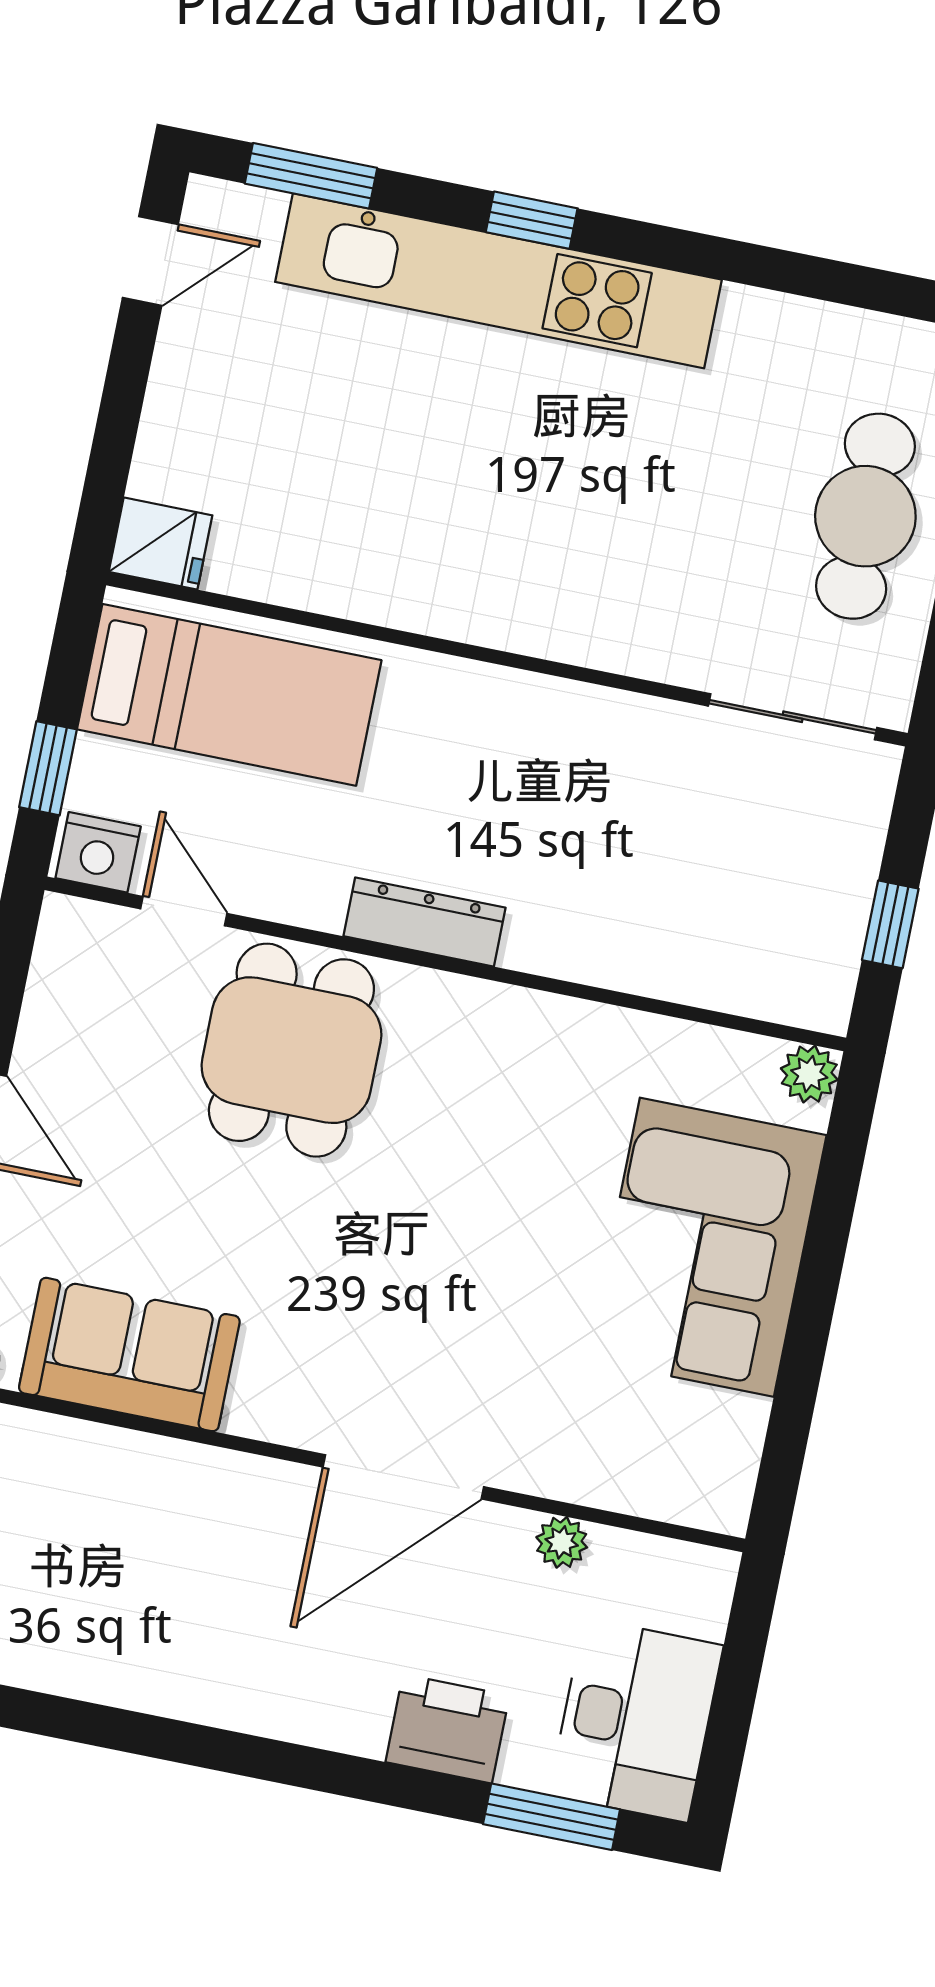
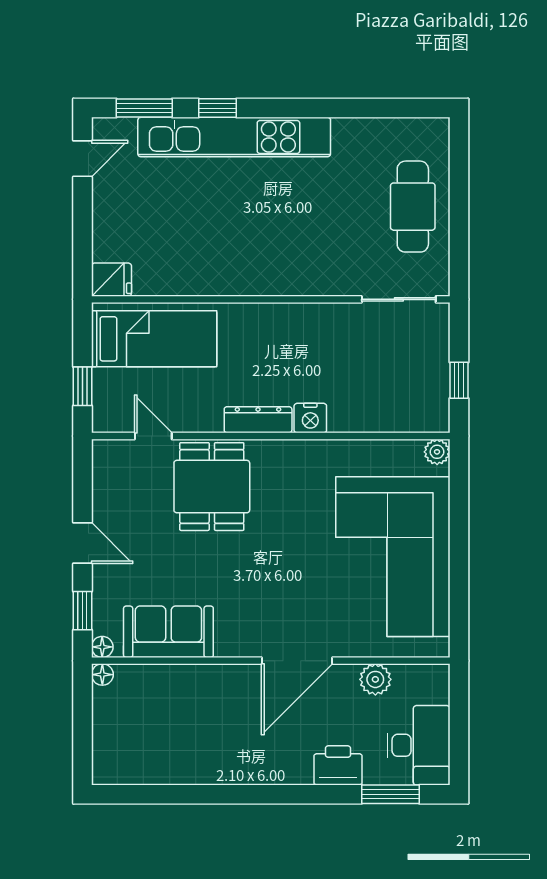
window: (532, 220) -> (217, 108), moved
nightstand: (98, 852) -> (310, 418), moved
corner sofa: (707, 1247) -> (393, 557), width x1.36, depth x1.36
plant: (562, 1542) -> (375, 679), width x1.38, depth x1.38

